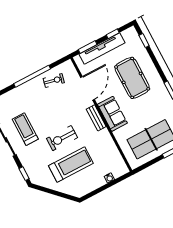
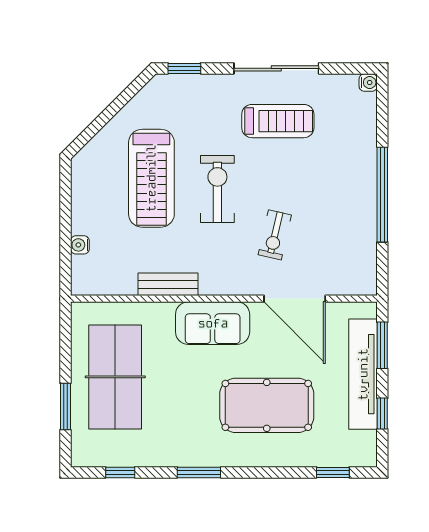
exercise bike: (54, 81) -> (275, 235), moved
bench: (96, 118) -> (168, 284), moved

